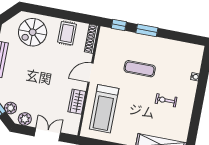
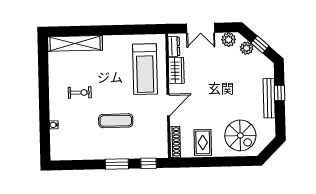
spiral stairs: (33, 32) -> (240, 135), turned 90
treadmill: (104, 109) -> (145, 69), turned 180
dresser: (74, 123) -> (174, 46), added

